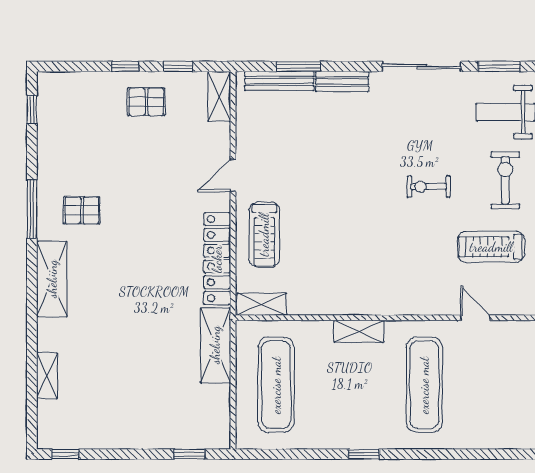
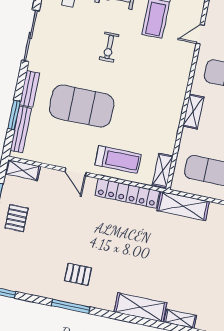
exercise mat: (333, 164) -> (82, 106), added
pallet: (82, 210) -> (78, 274), turned 90
shelving: (52, 279) -> (140, 307), moved

